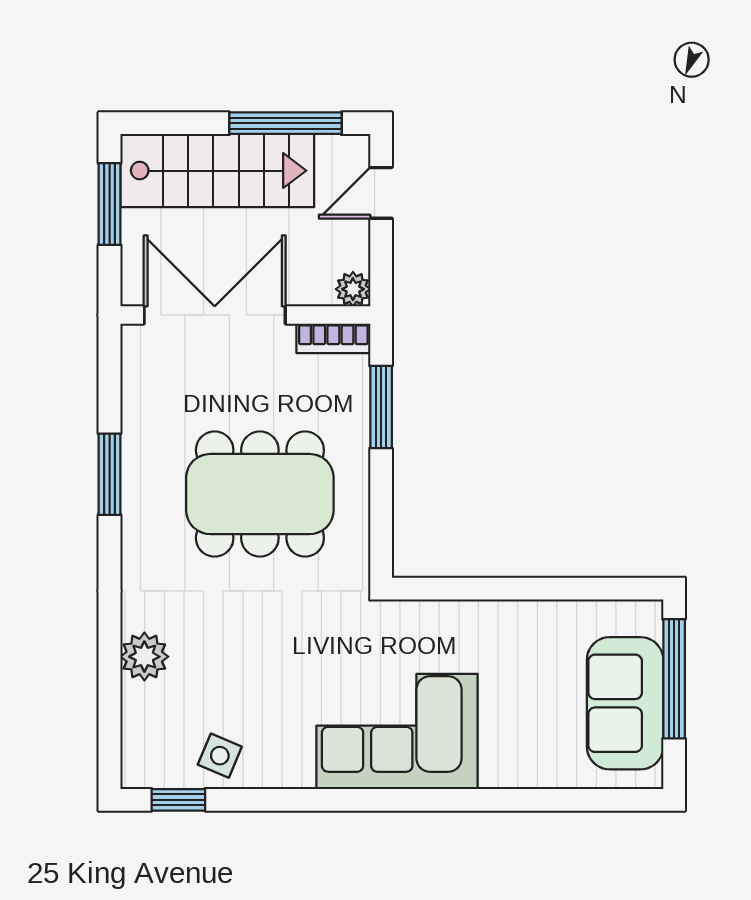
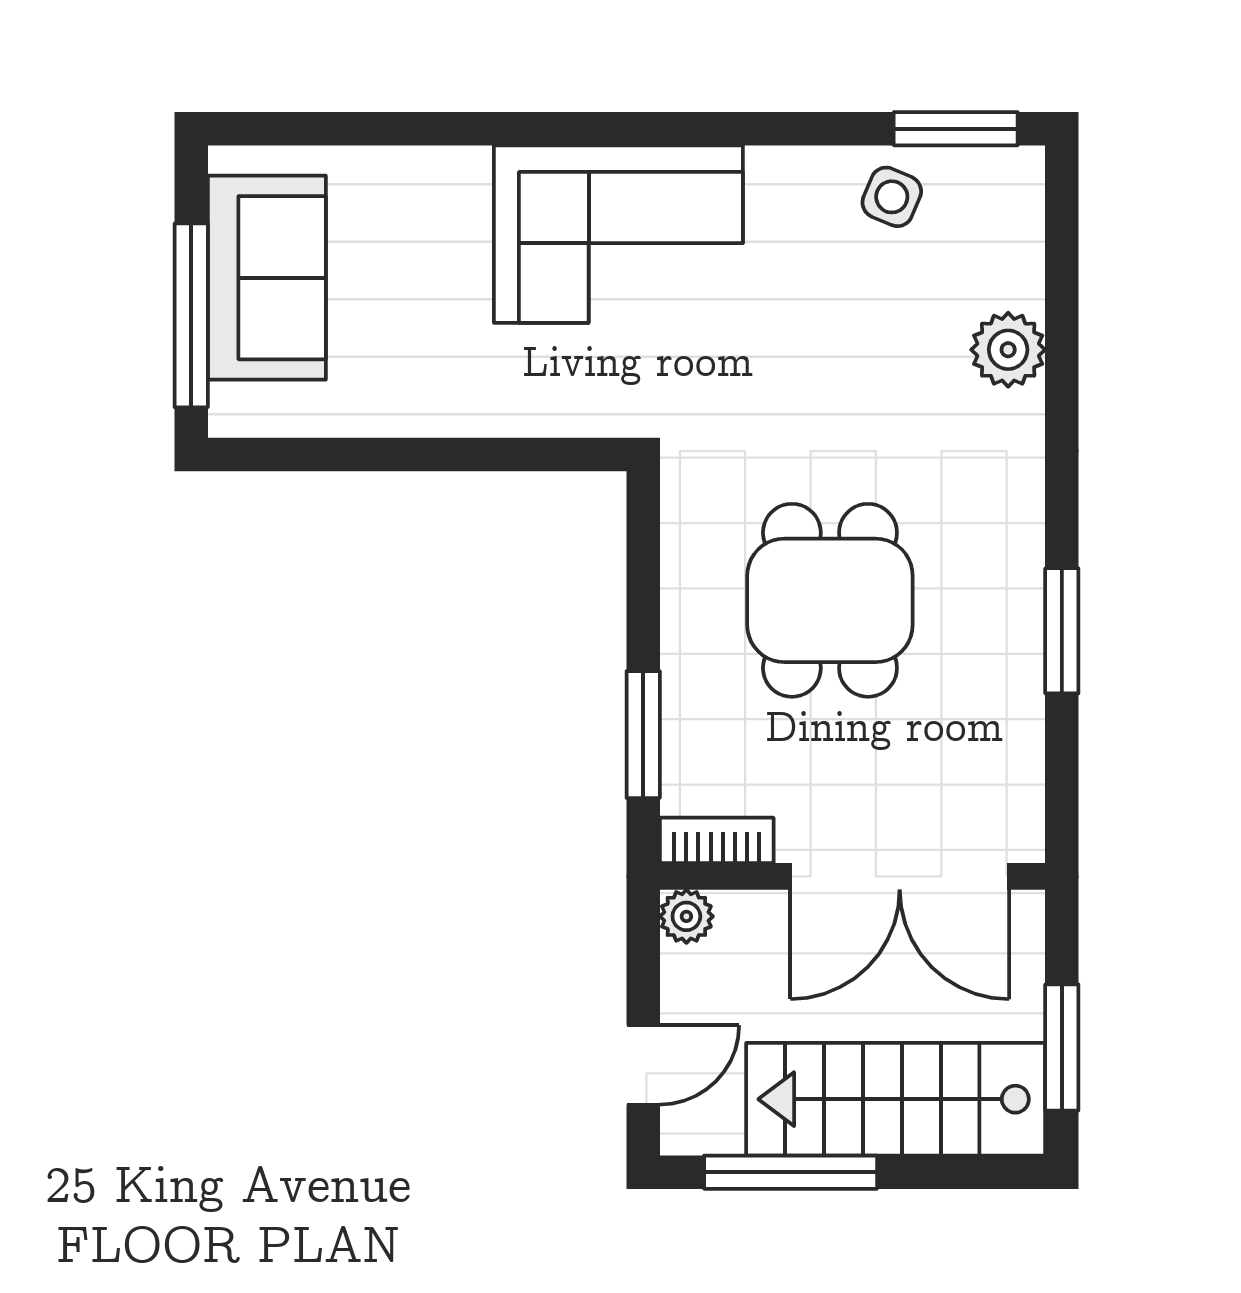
dining table: (260, 494) -> (830, 600), width x0.73
window: (178, 800) -> (956, 129), width x1.50

